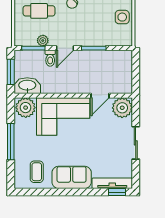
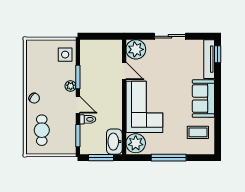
side table: (122, 17) -> (65, 55), moved
plant: (43, 41) -> (71, 86), moved

